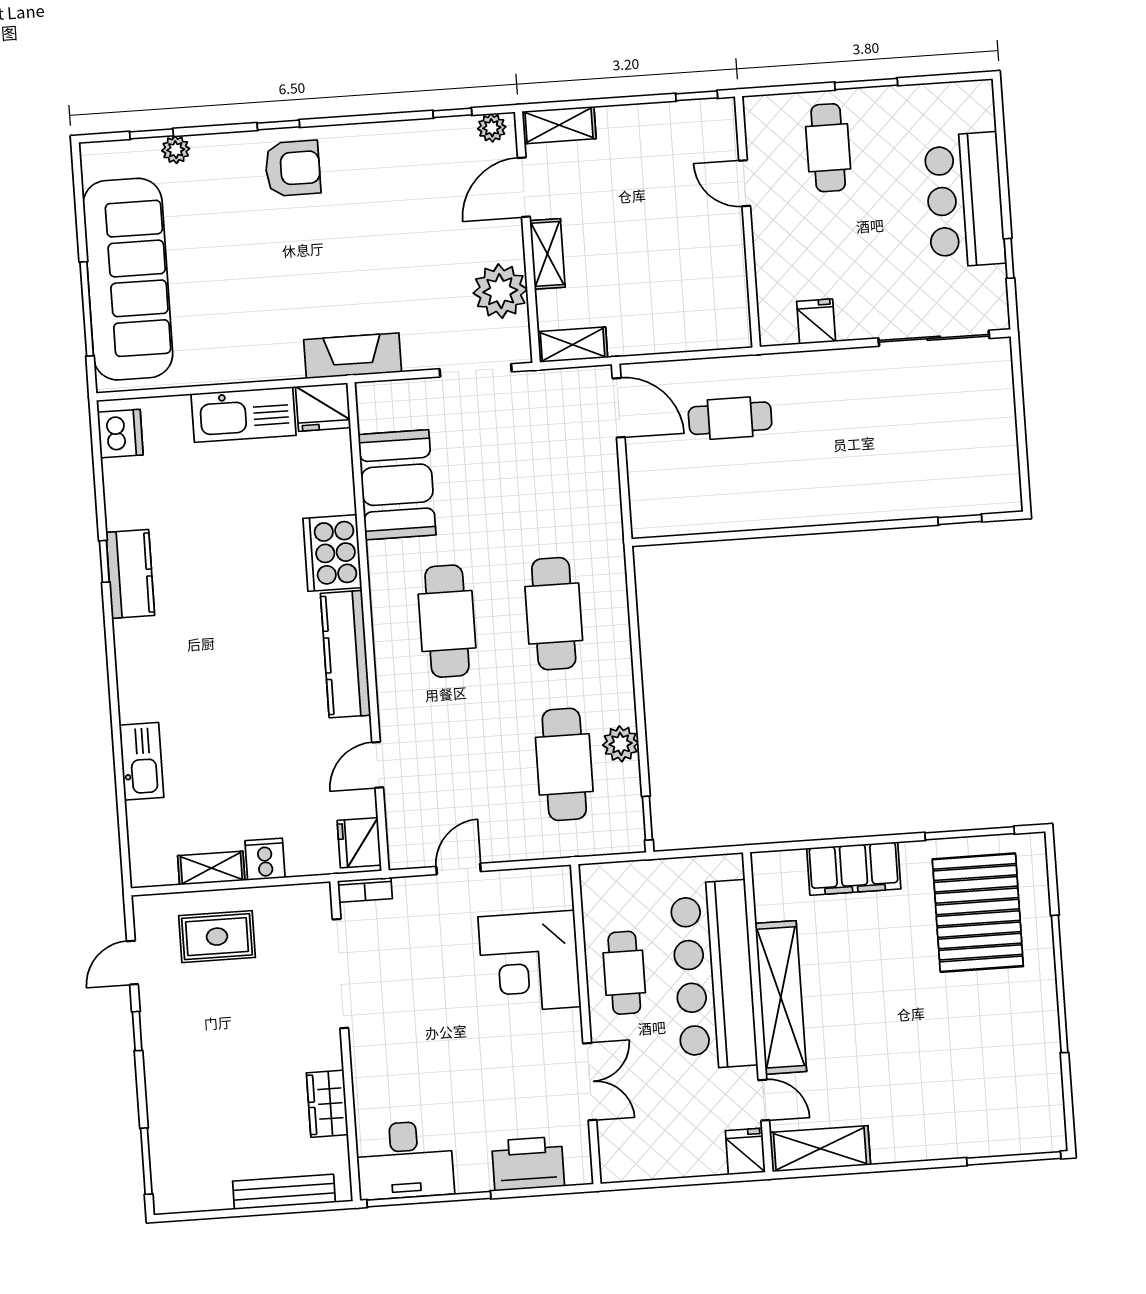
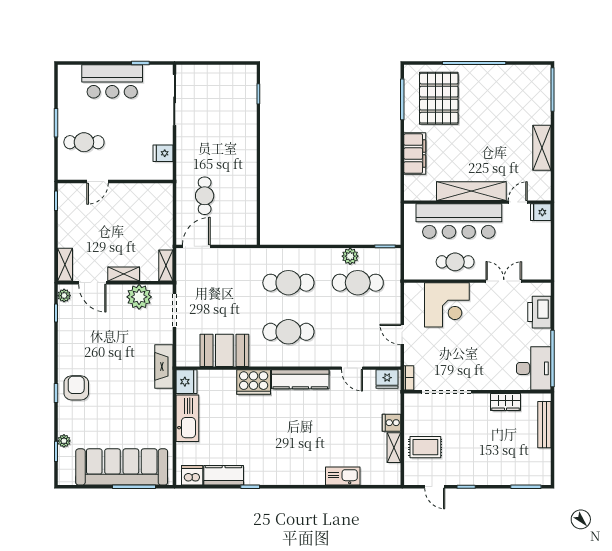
kitchen counter: (130, 574) -> (224, 475), moved
pallet: (978, 913) -> (439, 98), turned 90
rug: (217, 937) -> (425, 447), turned 90
shelving: (820, 1149) -> (542, 148), moved

